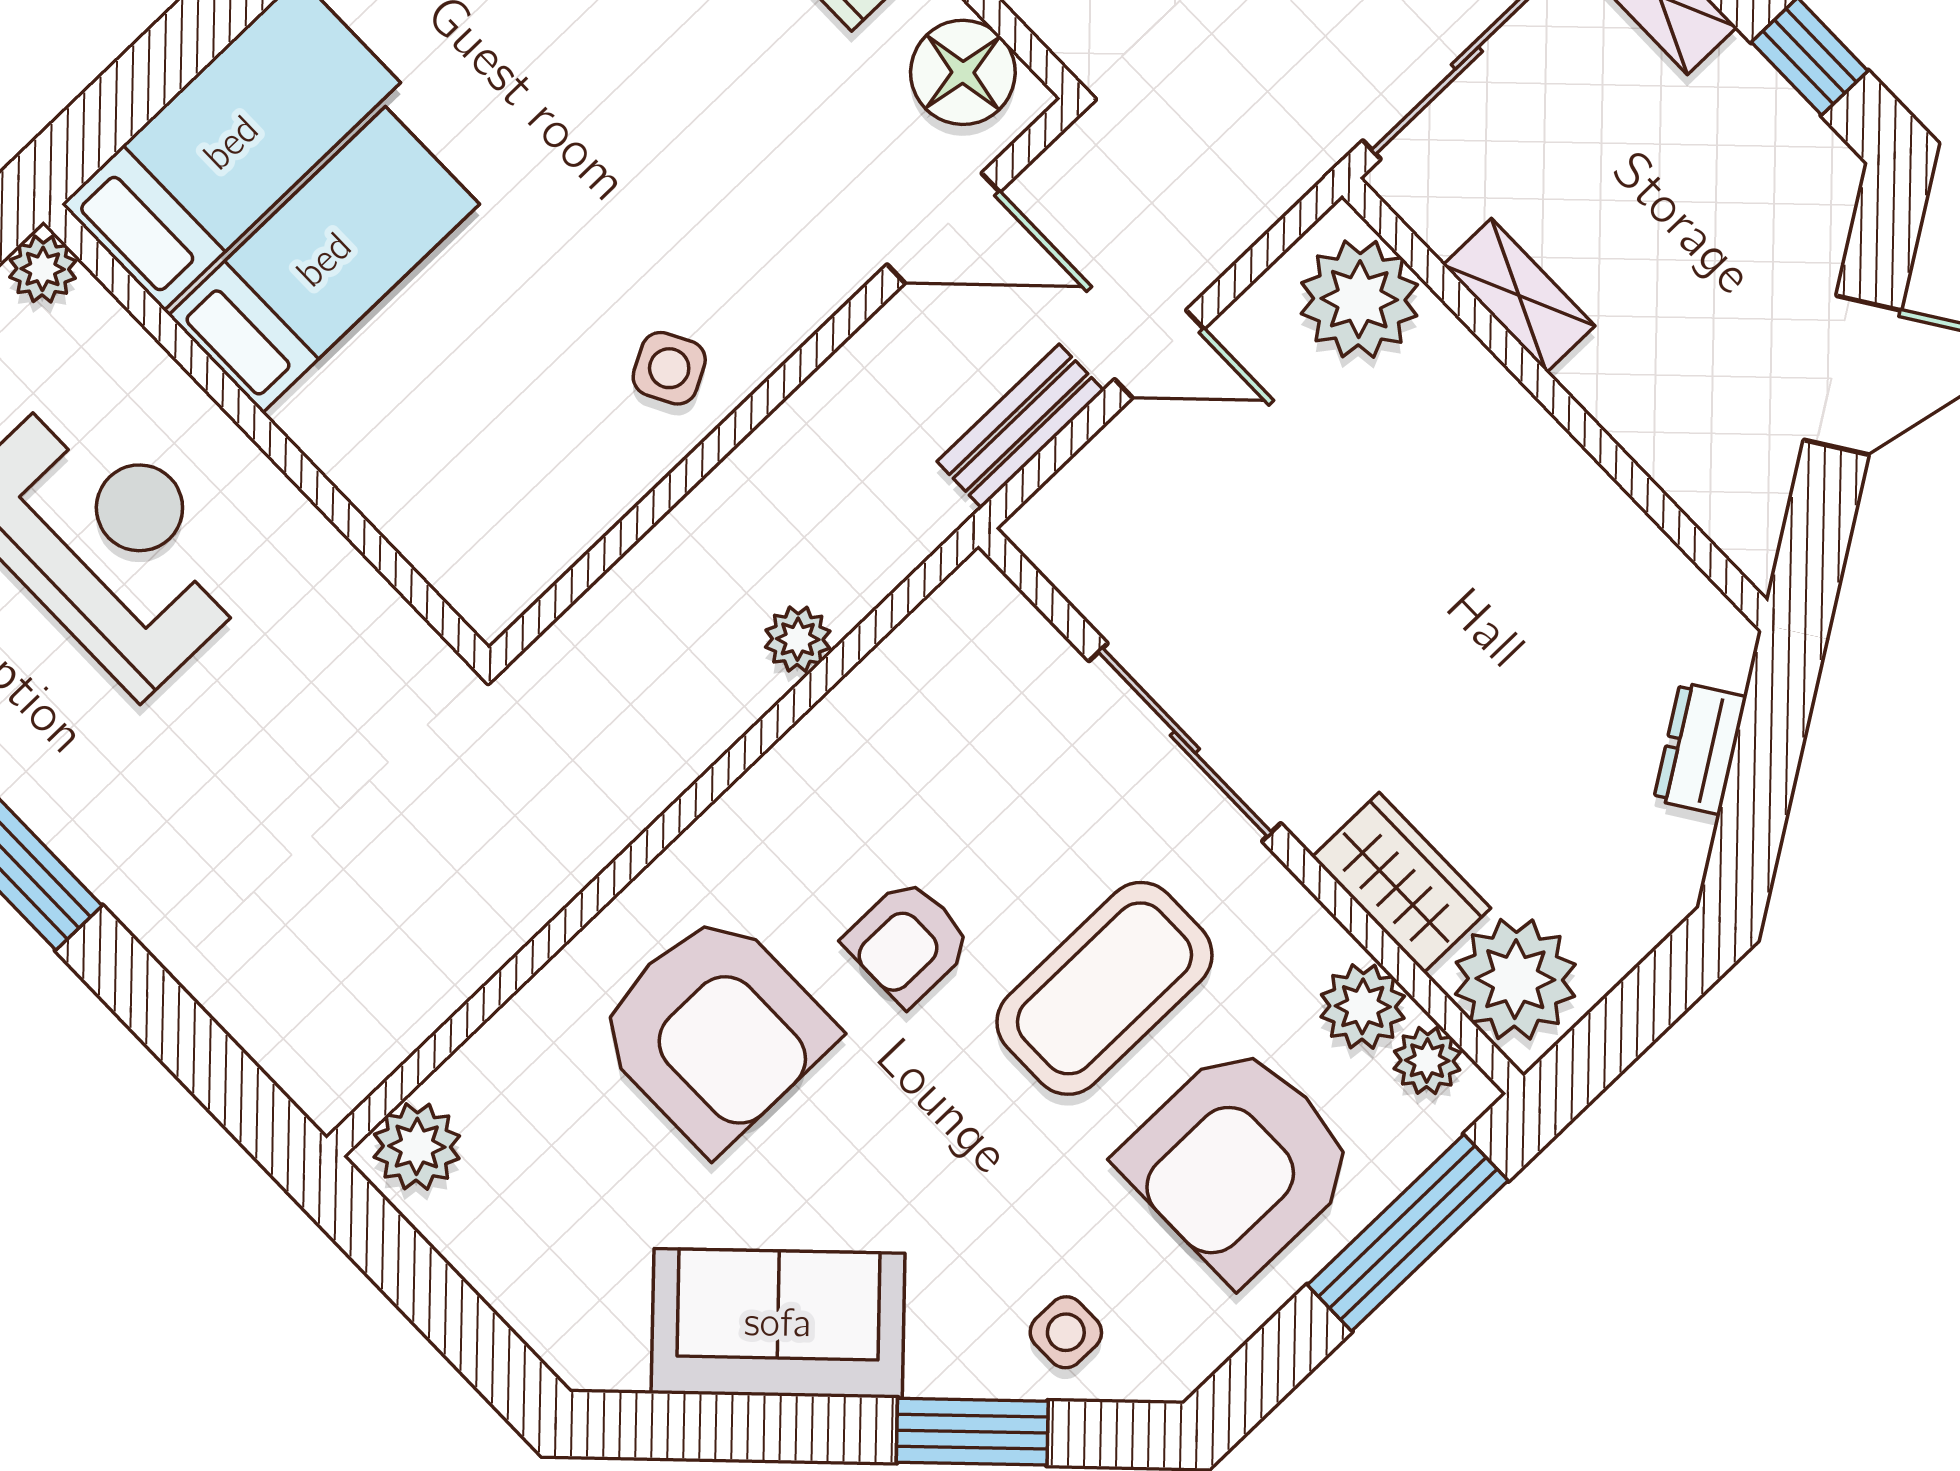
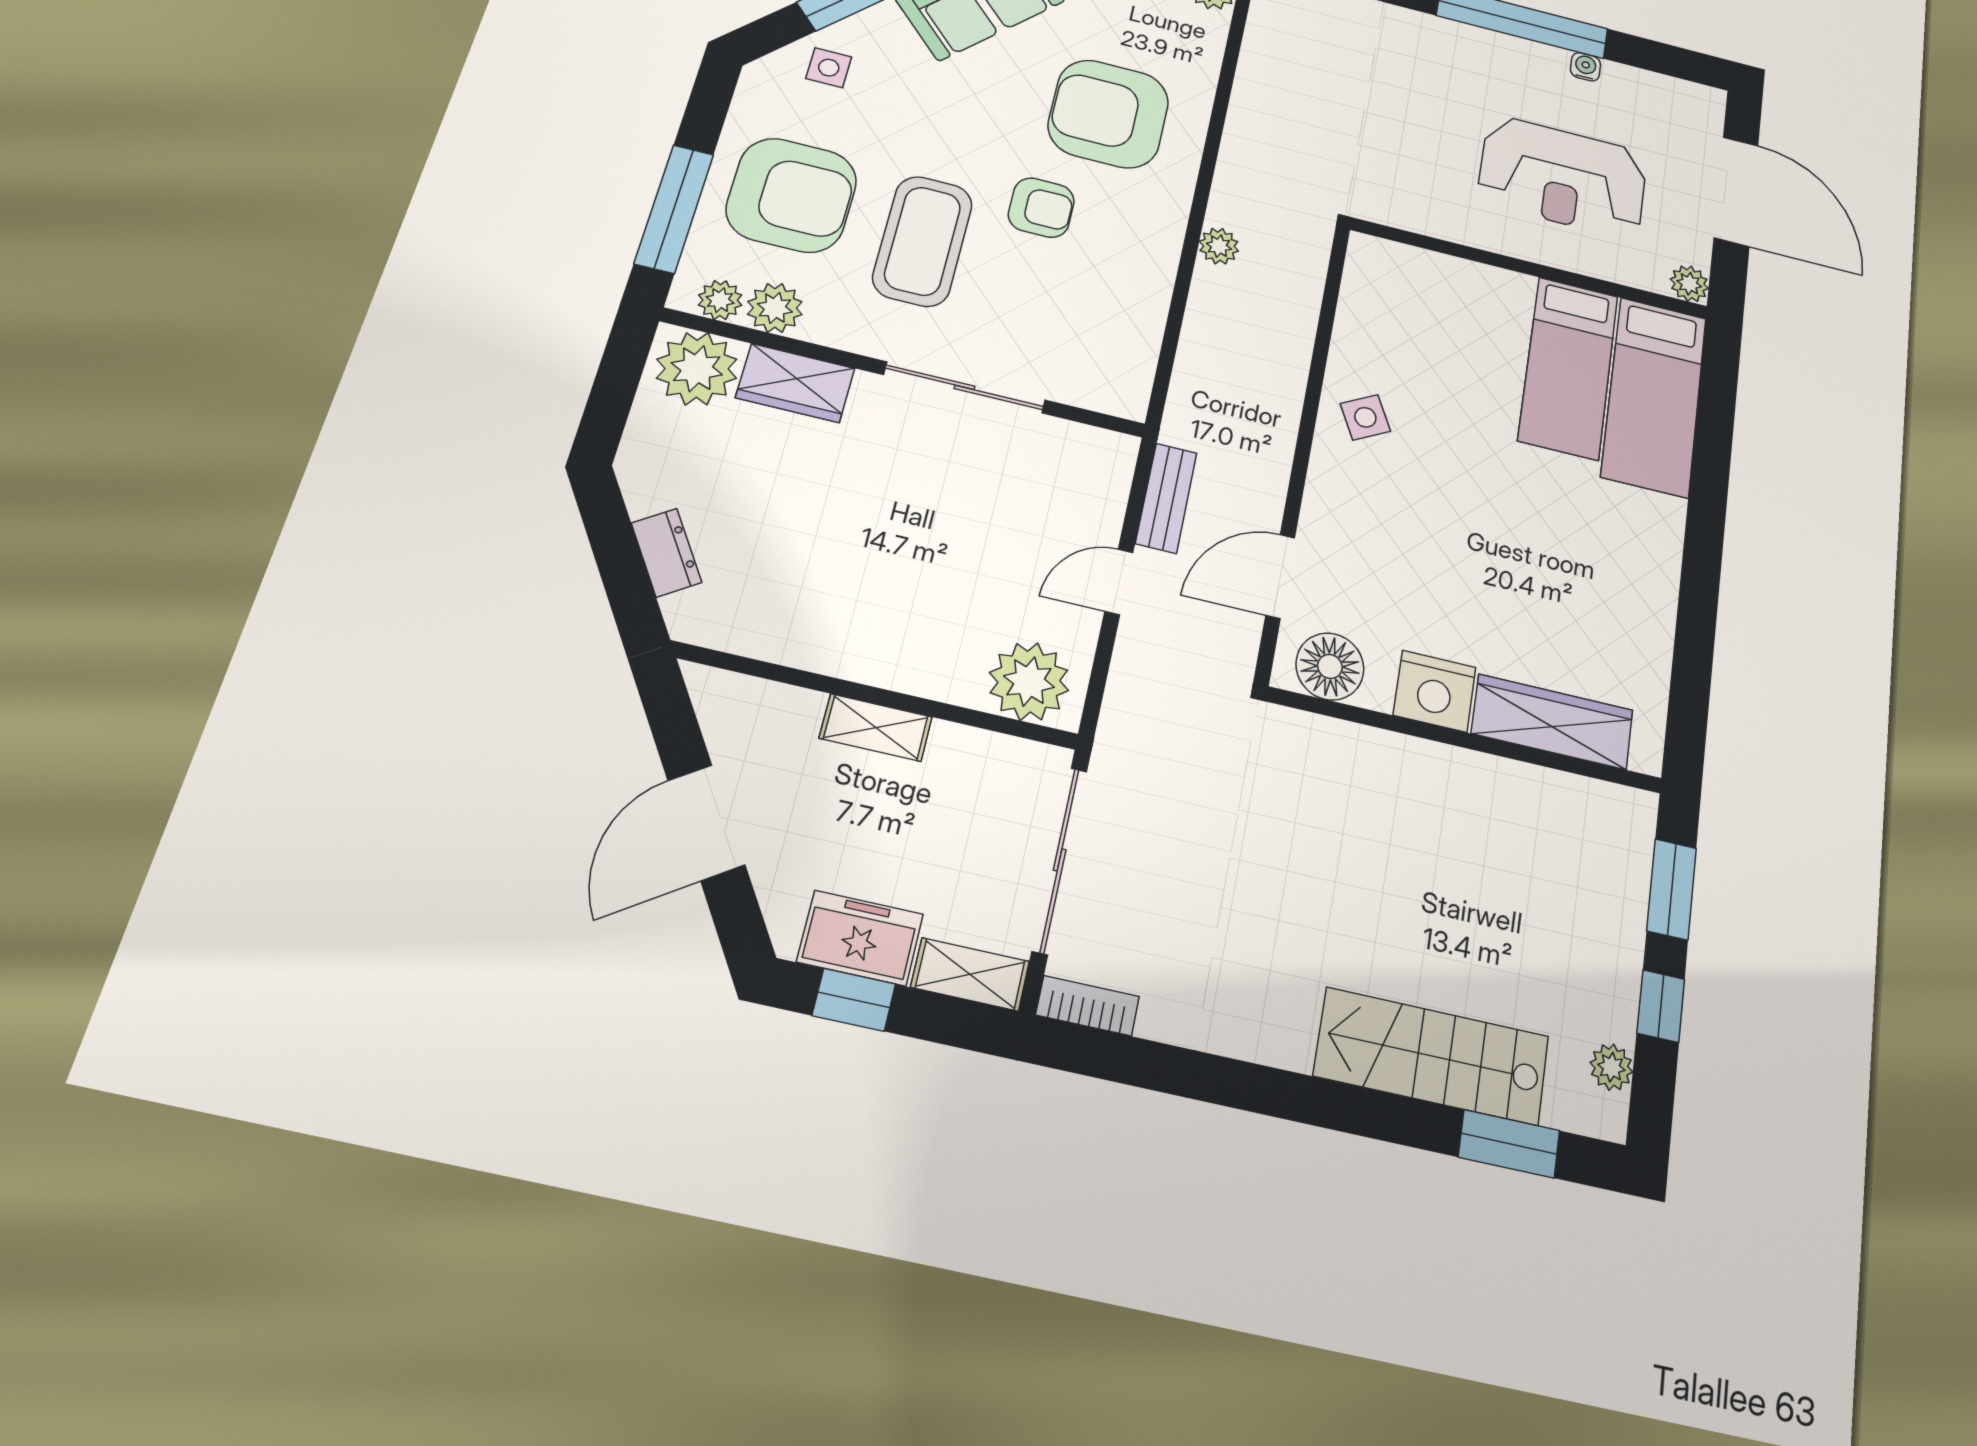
freezer: (1759, 122) -> (860, 938), added
shelving: (1519, 295) -> (876, 728), moved
plant: (798, 639) -> (1219, 246), moved
armchair: (908, 942) -> (1041, 208), turned 90
armchair: (1239, 1162) -> (791, 195), turned 90

